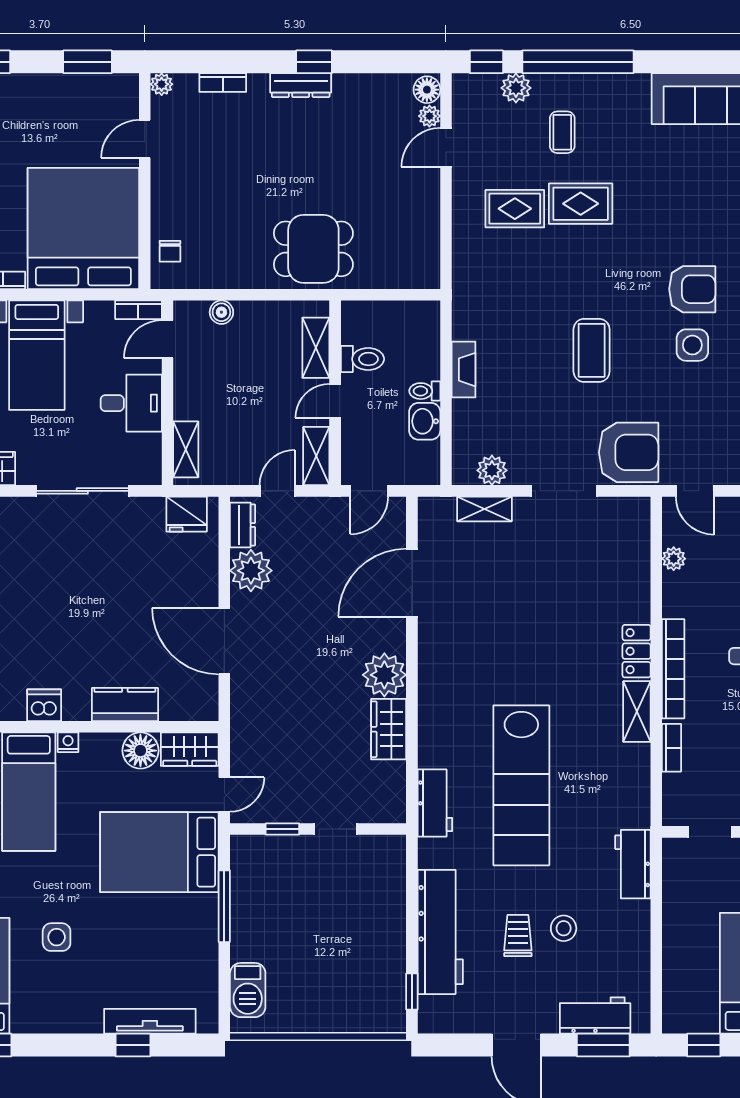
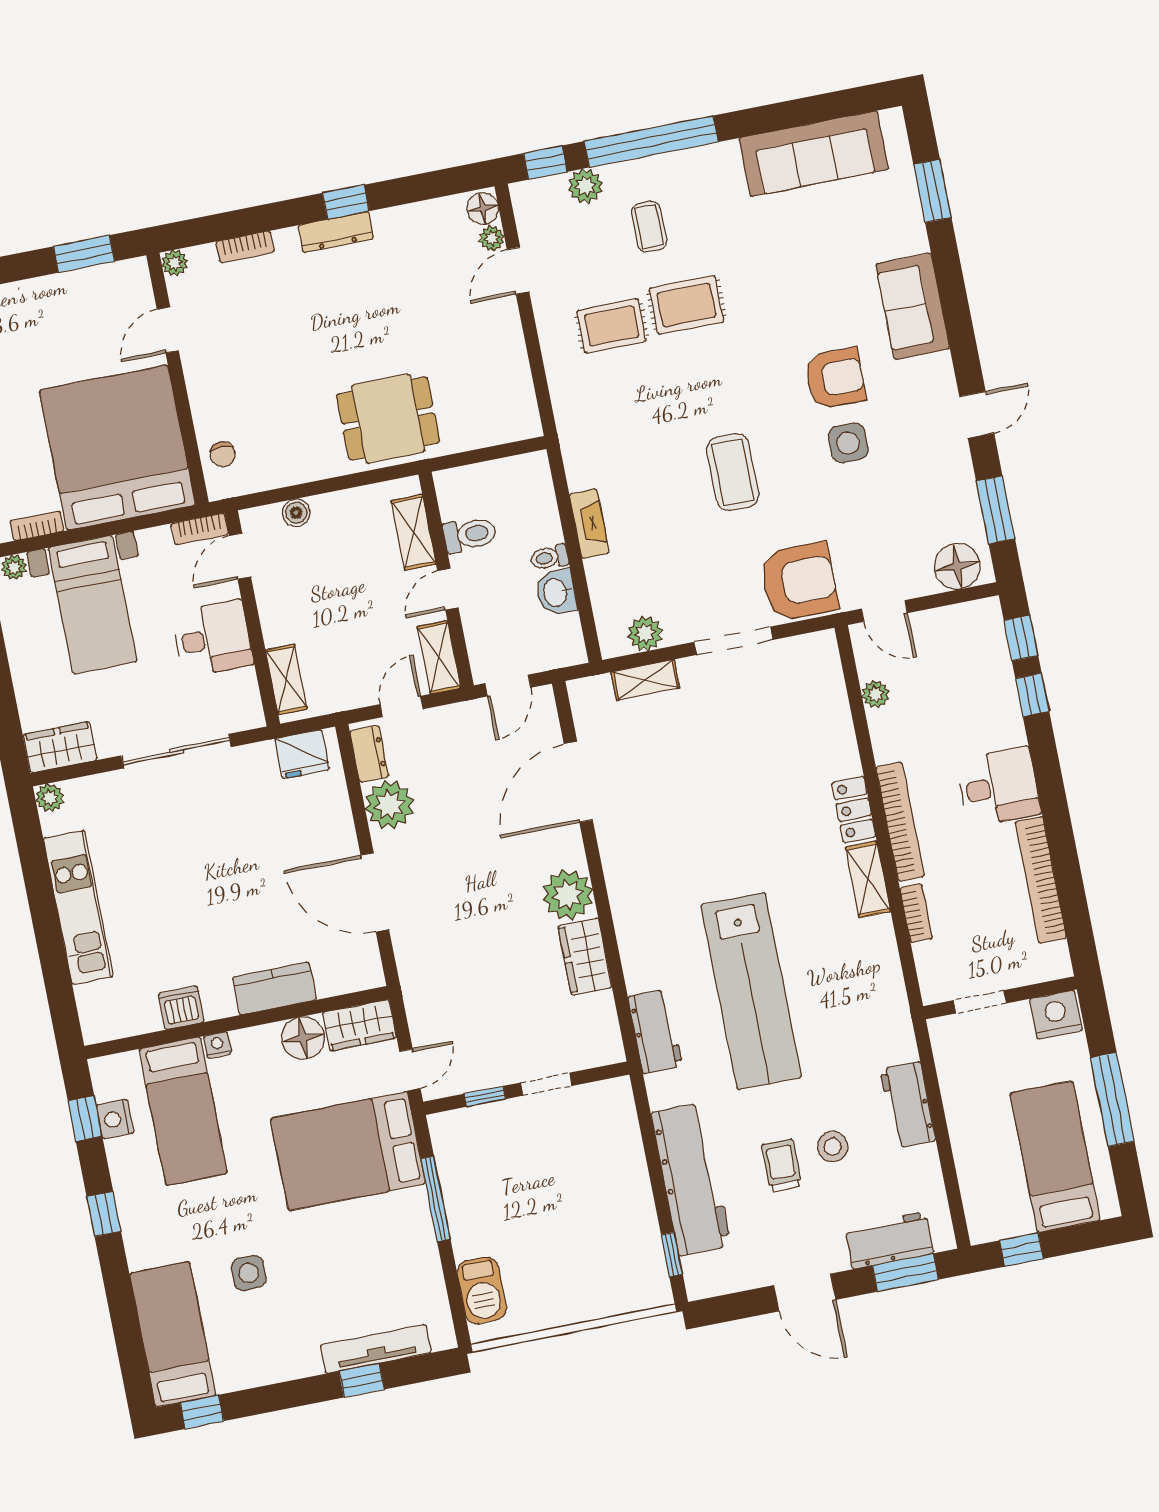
workbench: (633, 864) -> (908, 1105), moved

